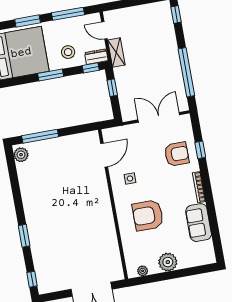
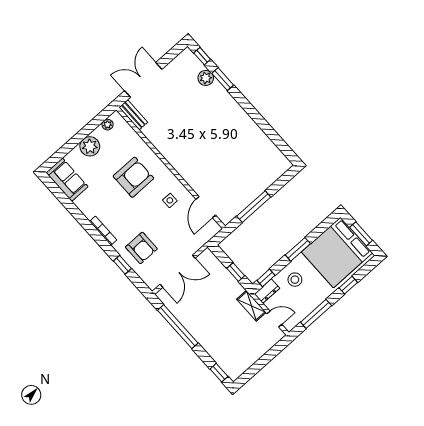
window: (28, 21) -> (348, 285), width x0.67
window: (40, 136) -> (254, 207), moved
armchair: (177, 154) -> (141, 248), turned -90
plant: (21, 155) -> (206, 78), moved
sofa: (199, 223) -> (67, 180), moved
window: (24, 236) -> (223, 79), moved
bench: (117, 266) -> (133, 115), added

